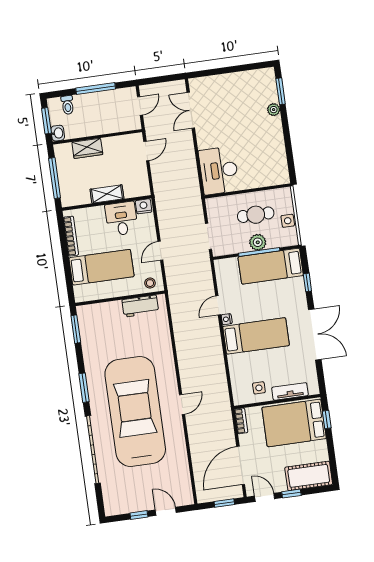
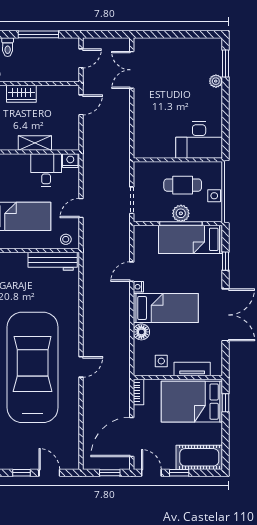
desk: (219, 171) -> (199, 140), moved, turned -90
workbench: (140, 306) -> (53, 261), width x1.38
floor lamp: (236, 362) -> (141, 332), added

